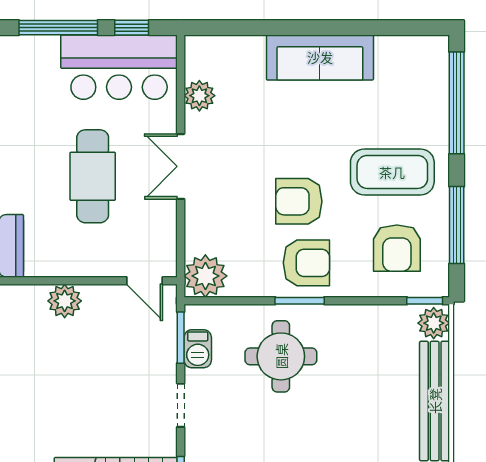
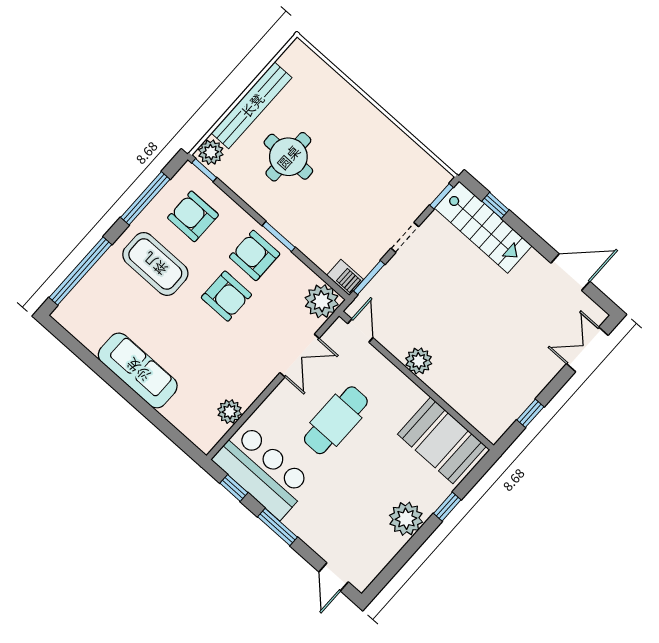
window: (58, 28) -> (278, 527), width x0.69
double door: (181, 166) -> (300, 356), moved
armchair: (397, 248) -> (193, 216), turned -90
barbecue: (198, 349) -> (345, 277), moved, turned 90
round table: (281, 356) -> (288, 157), moved

